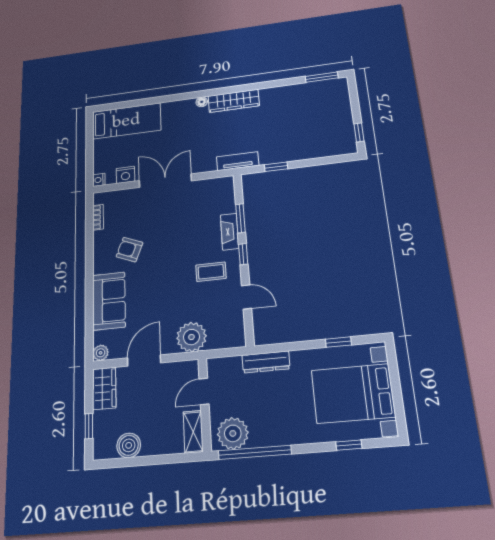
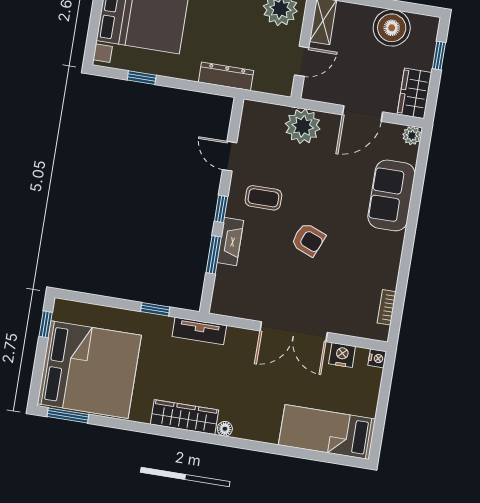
bed: (315, 112) -> (89, 370), added
armchair: (129, 250) -> (308, 240), moved
boiler: (129, 445) -> (392, 28), width x1.37, depth x1.37

